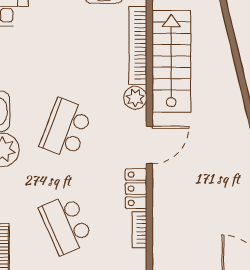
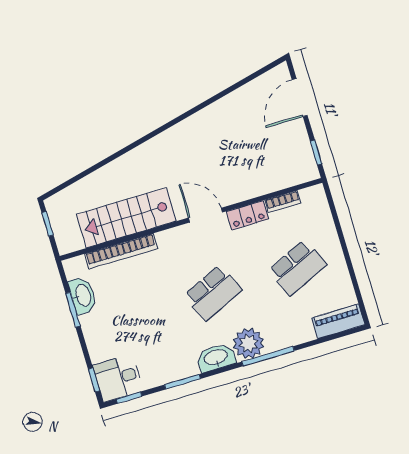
plant: (135, 98) -> (168, 240), removed
school desk: (66, 128) -> (213, 293), turned -45

